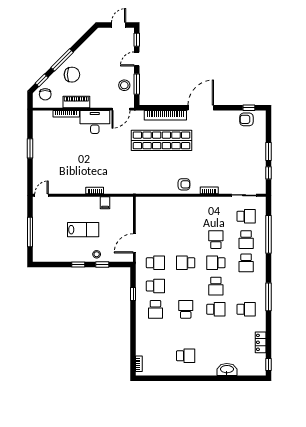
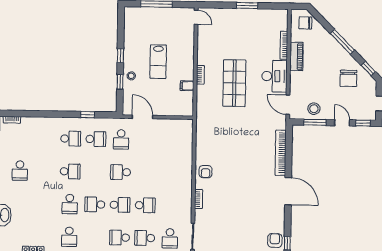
chair: (72, 75) -> (348, 78), moved
window: (42, 80) -> (368, 69), moved
shop shelf: (162, 140) -> (234, 83), moved, width x0.71
school desk: (186, 263) -> (121, 172), turned -90
school desk: (216, 263) -> (120, 205), turned 90
school desk: (155, 286) -> (96, 139), turned -90
school desk: (155, 309) -> (71, 139), turned 180

